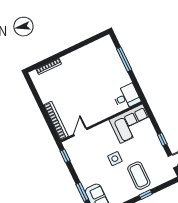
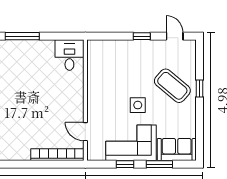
corner sofa: (131, 124) -> (131, 143), moved, turned -90
window: (65, 156) -> (125, 164), moved
coffee table: (139, 176) -> (172, 86), turned 40

